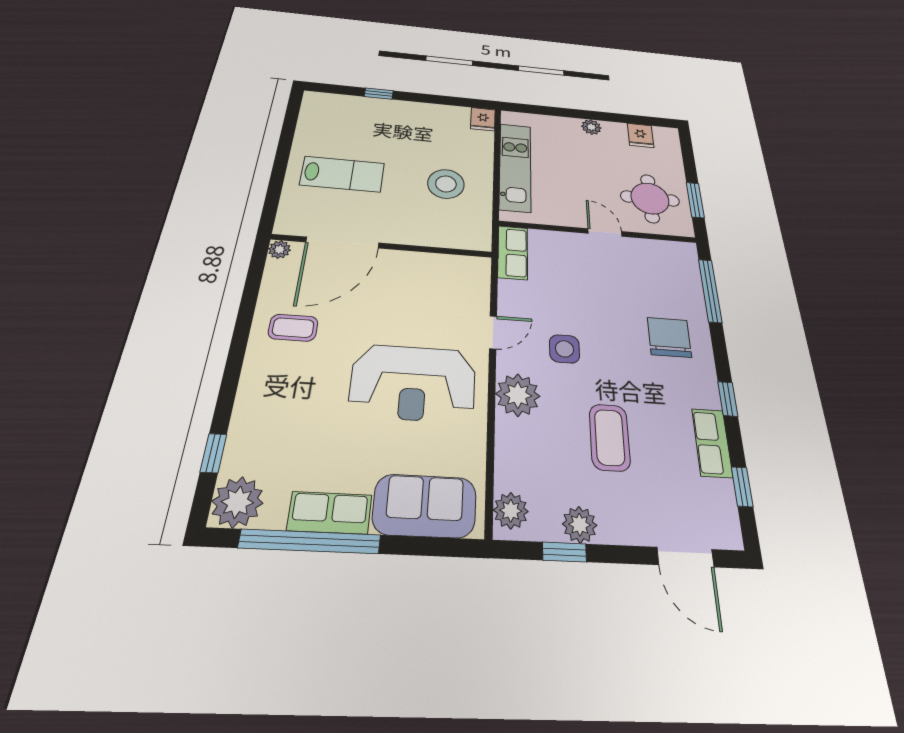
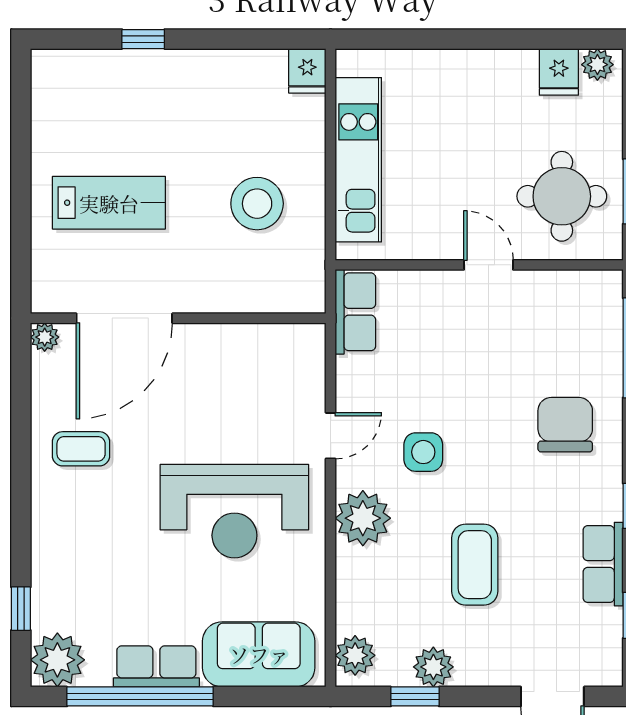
plant: (591, 127) -> (597, 65), moved

